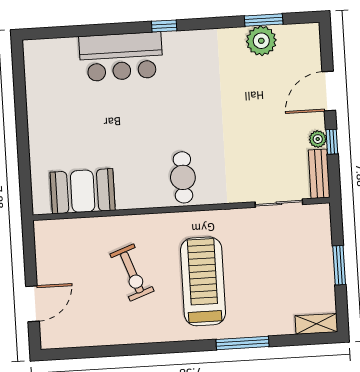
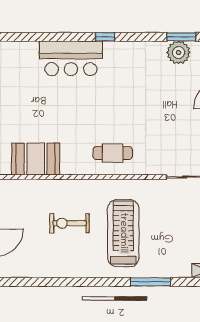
cafe table: (183, 177) -> (113, 153), turned 90
exercise bike: (132, 273) -> (70, 223), turned 110

